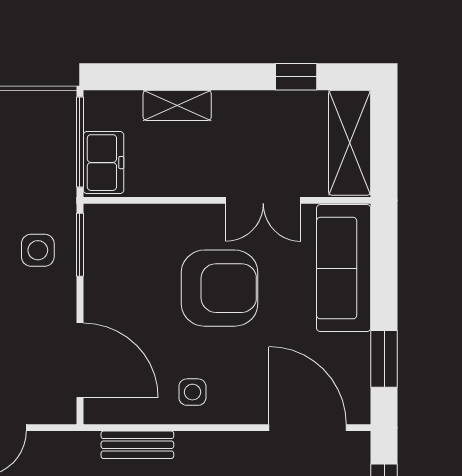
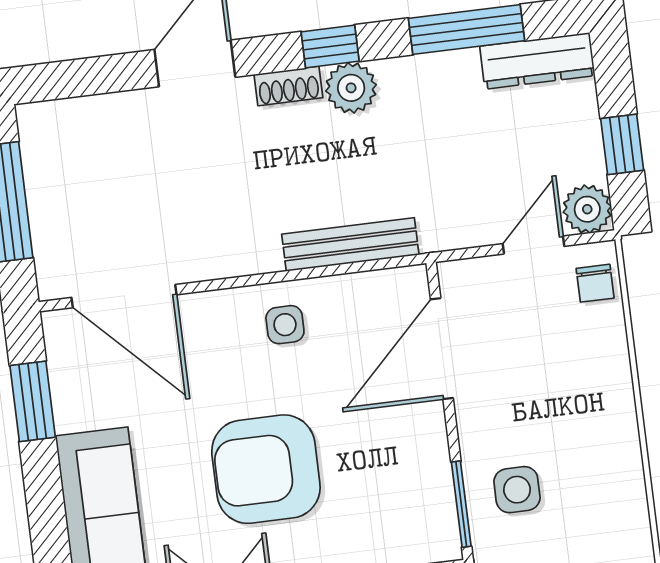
door: (80, 360) -> (442, 349), hinge flipped
bench: (137, 445) -> (350, 244), width x1.36

